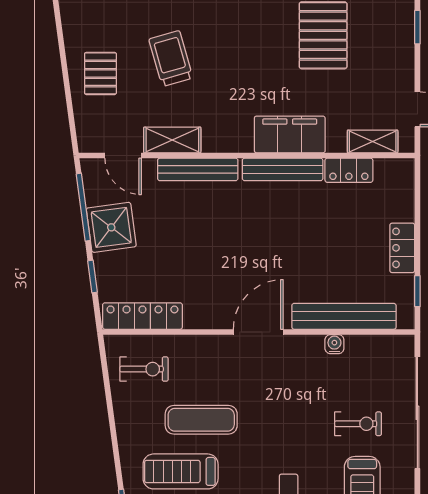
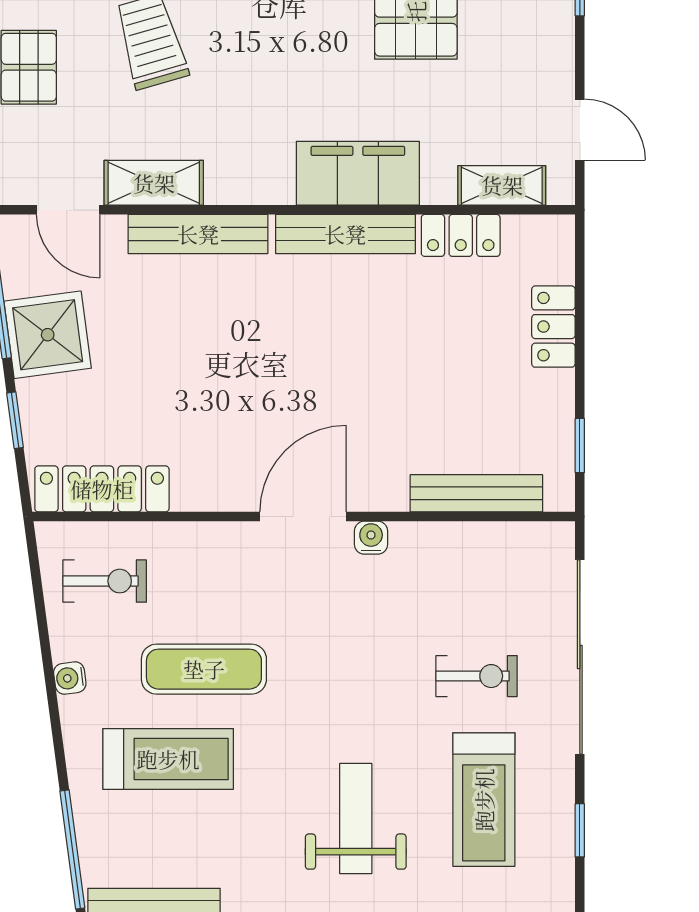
locker: (402, 248) -> (553, 327), moved
bench: (344, 316) -> (476, 493), width x0.73, depth x0.82
water cooler: (334, 344) -> (371, 538), moved
water cooler: (124, 425) -> (70, 678), added
treadmill: (181, 471) -> (168, 759), turned 180

